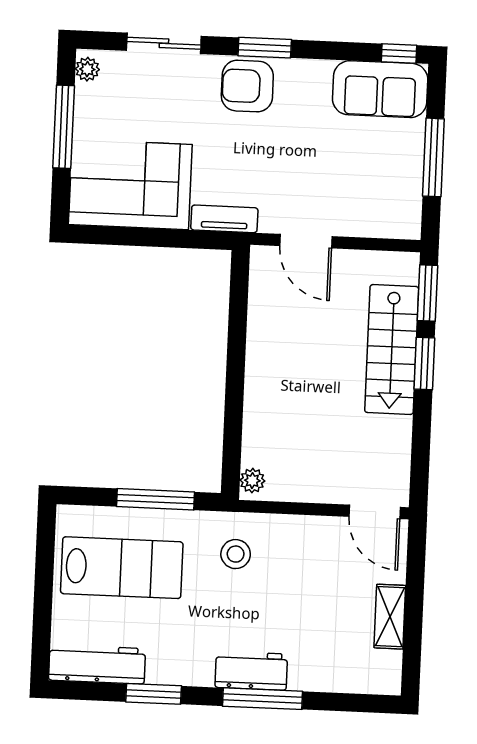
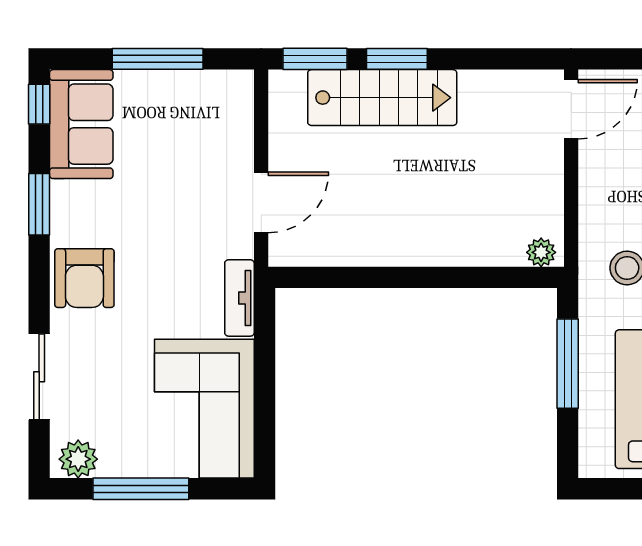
window: (265, 48) -> (39, 204), moved
plant: (87, 69) -> (78, 459), width x1.38, depth x1.38

